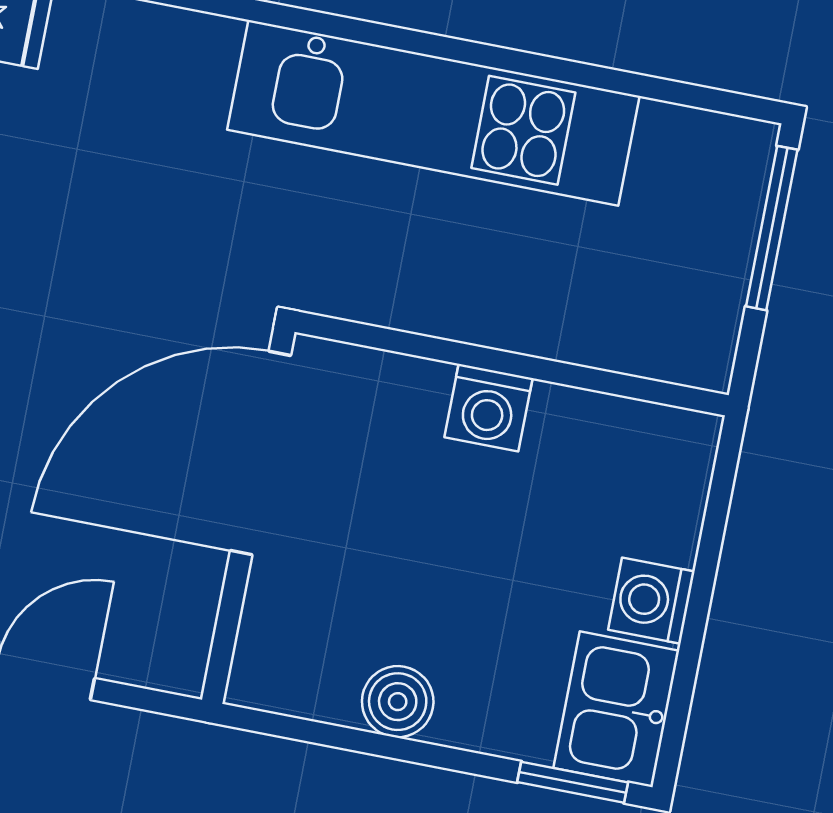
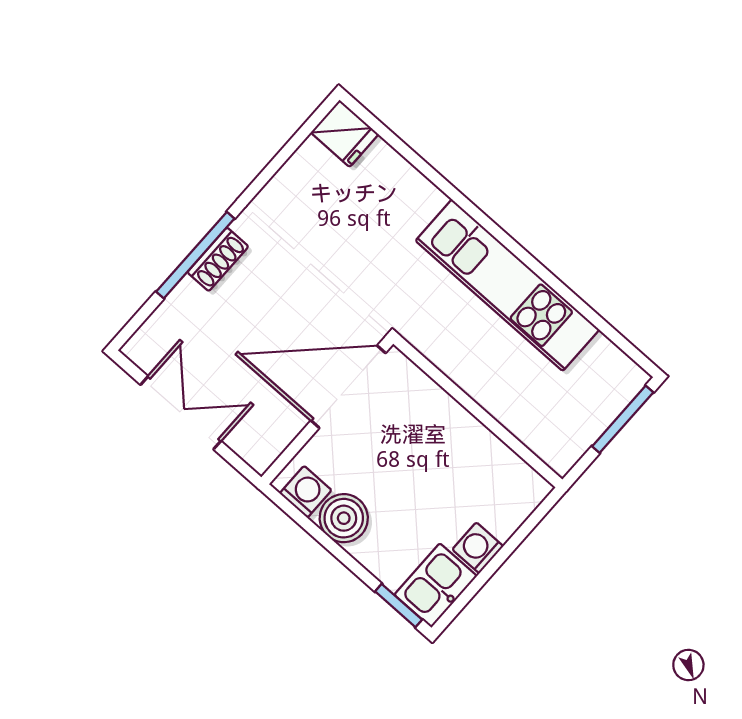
washing machine: (489, 408) -> (306, 492), moved, turned 180
boiler: (398, 702) -> (344, 518), width x1.36, depth x1.36

